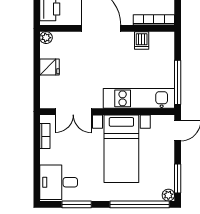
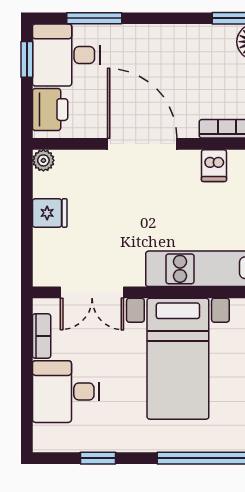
desk: (59, 182) -> (66, 392), moved
window: (77, 204) -> (98, 458), width x0.67

